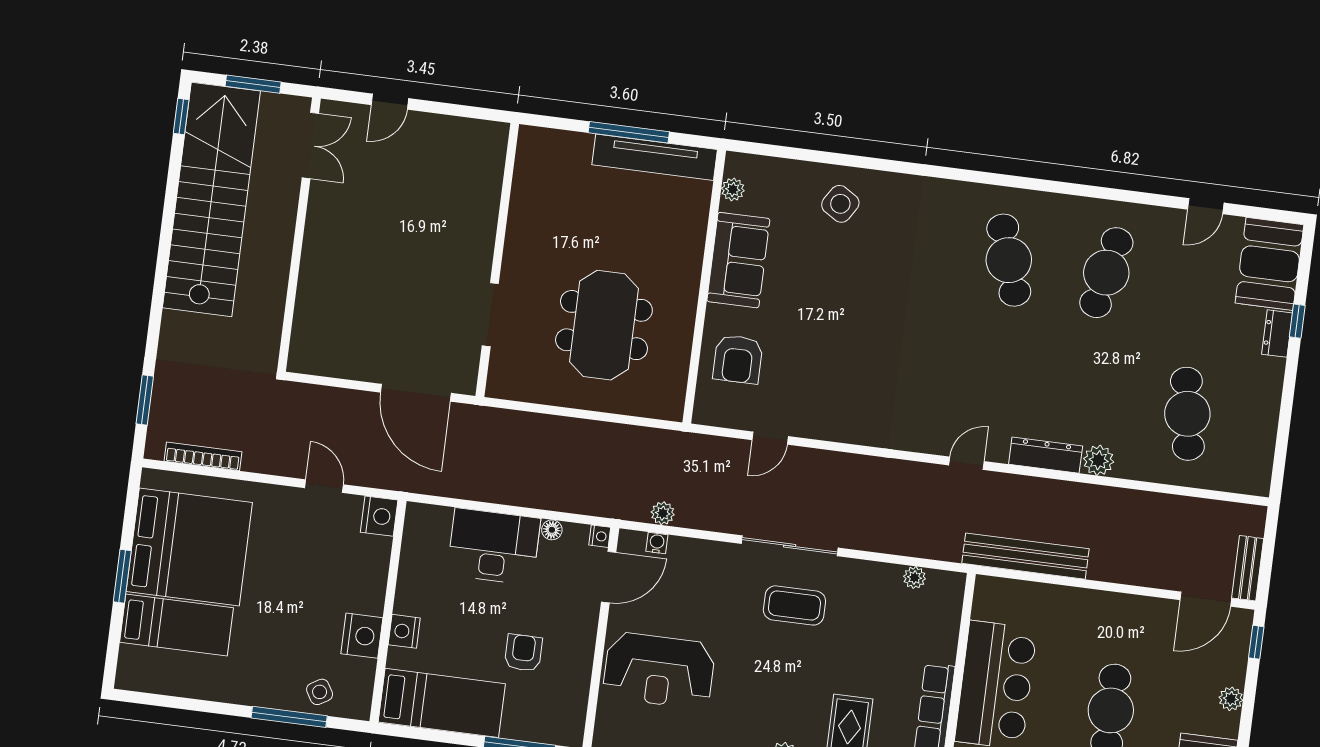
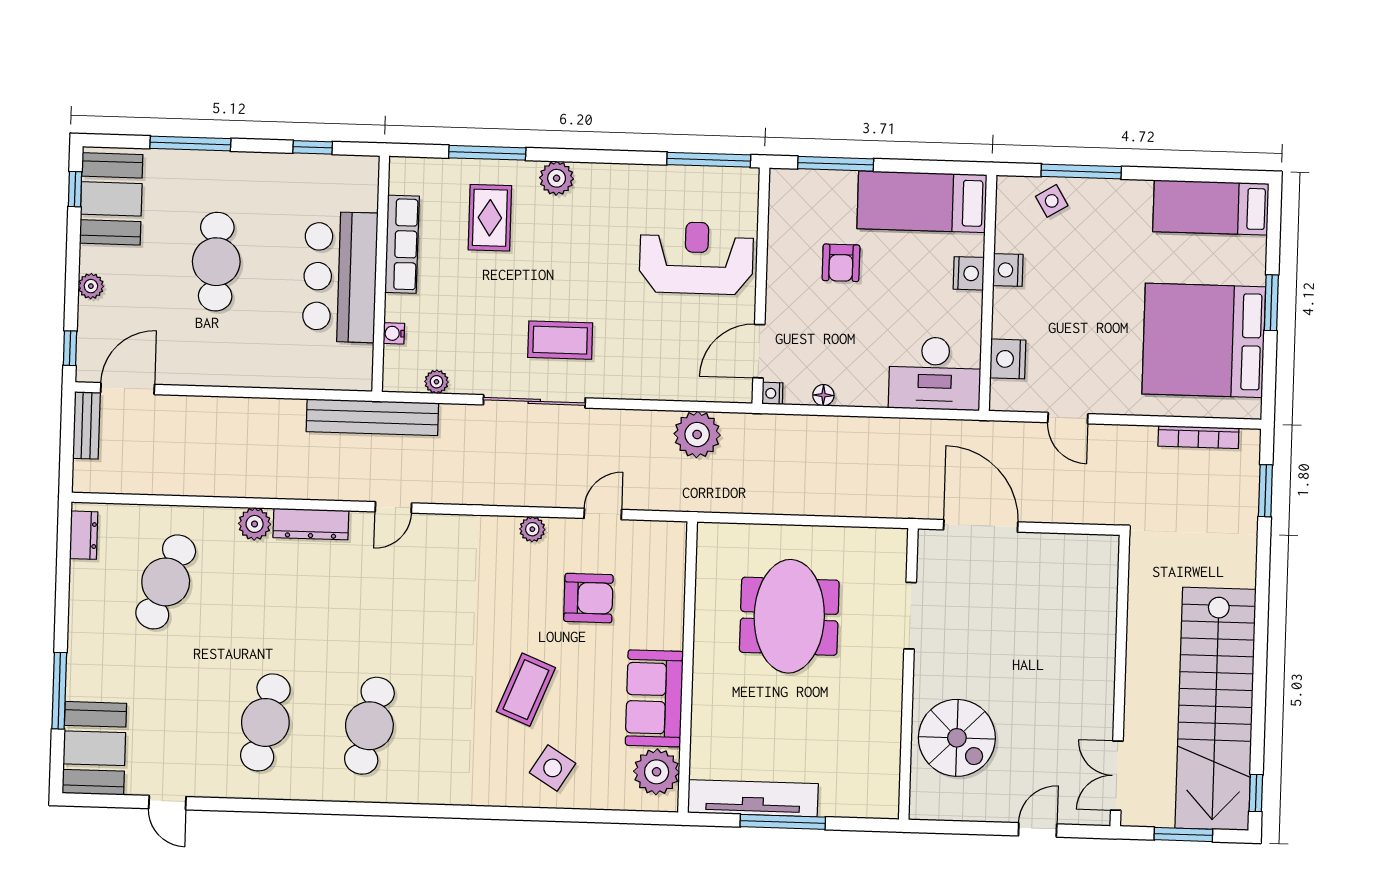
plant: (733, 189) -> (657, 772), width x1.88, depth x1.88
spiral stairs: (457, 196) -> (957, 738), added
door: (1206, 206) -> (167, 803), swing flipped
cafe table: (1009, 260) -> (369, 726), turned 30
coffee table: (858, 280) -> (526, 690), added
window: (1297, 321) -> (59, 691), width x2.17
dresser: (1277, 334) -> (84, 535), moved
armchair: (738, 359) -> (588, 598), moved, turned 90
cafe table: (1187, 414) -> (166, 582), turned 30
plant: (838, 430) -> (532, 529), added
plant: (663, 513) -> (697, 434), width x1.87, depth x1.87
nightstand: (379, 516) -> (1008, 359), moved
water cooler: (657, 543) -> (394, 333), moved, turned 90
desk: (494, 546) -> (935, 373), moved
sliding door: (790, 546) -> (534, 401), moved
bench: (1025, 556) -> (372, 417), moved
bed: (176, 625) -> (1211, 208), moved
nightstand: (362, 636) -> (1008, 270), width x0.74, depth x0.75

